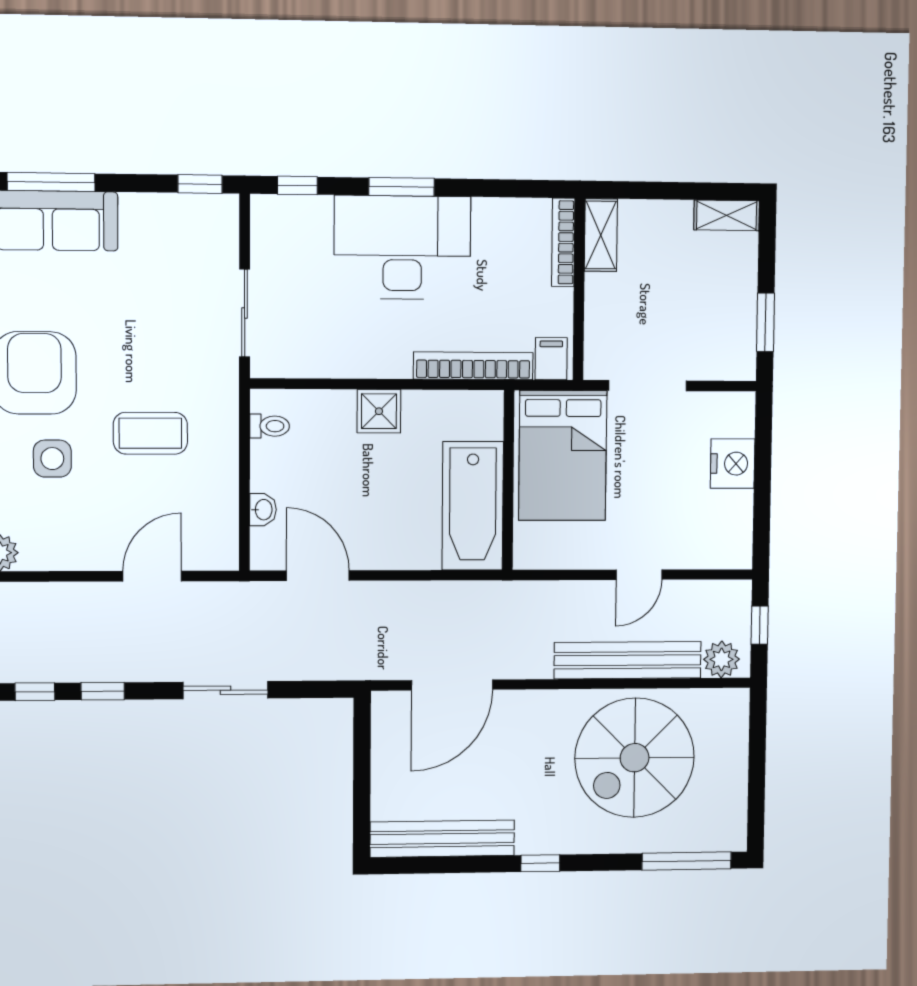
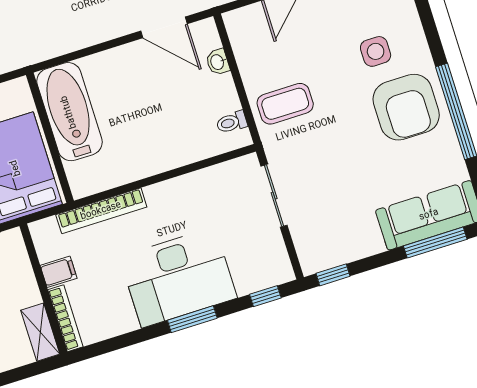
filing cabinet: (551, 359) -> (59, 272), moved, turned -90
shower: (379, 411) -> (158, 157), removed
coffee table: (150, 433) -> (285, 104), moved

